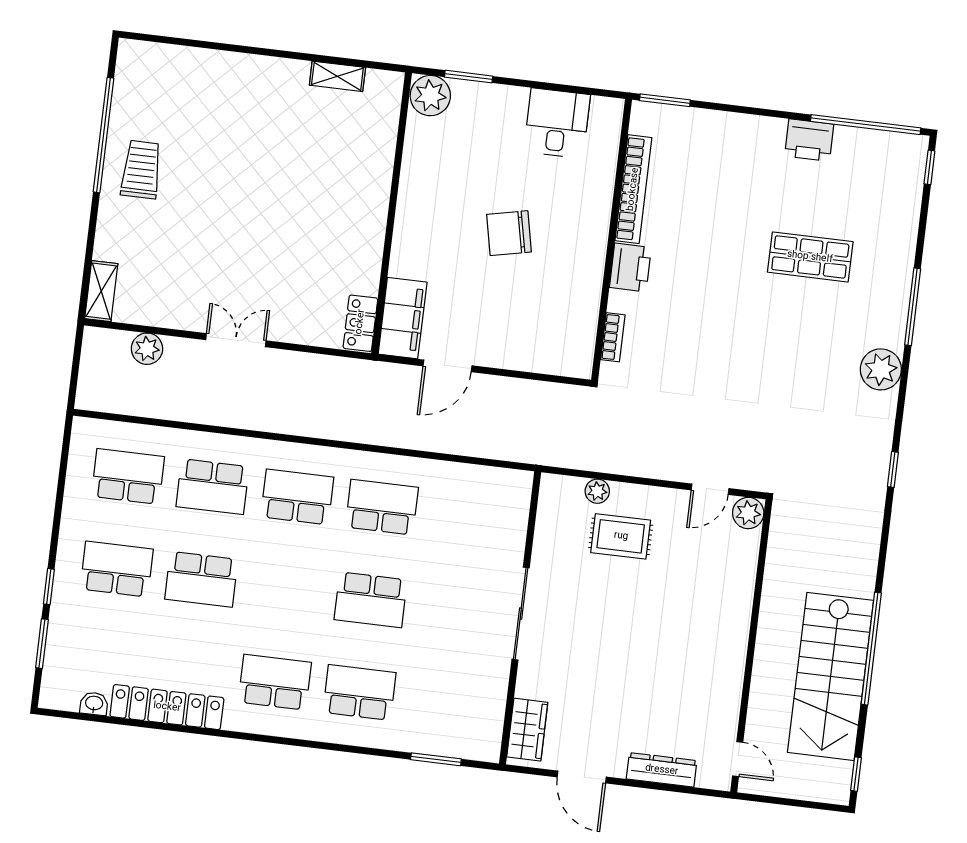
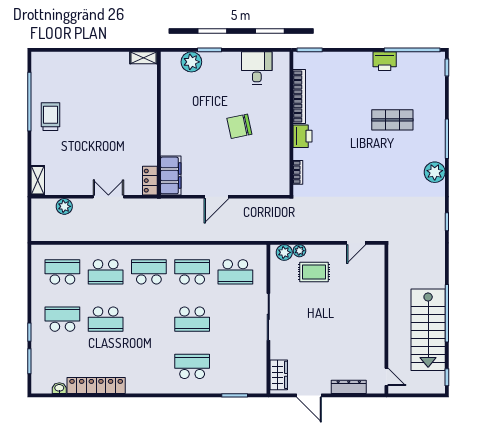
wall: (392, 213) -> (159, 123), moved
filing cabinet: (403, 318) -> (171, 175), moved
locker: (360, 323) -> (150, 181), moved
plant: (748, 513) -> (284, 252), moved
school desk: (275, 682) -> (235, 272), moved, turned 180

